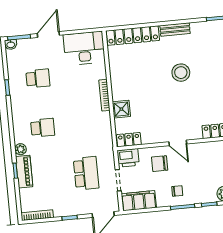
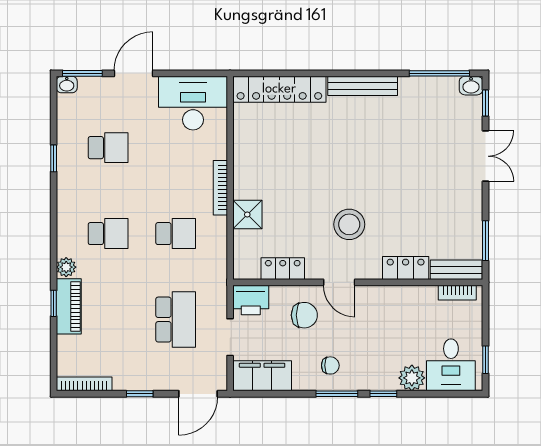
bench: (175, 30) -> (363, 86), width x1.36
stool: (181, 73) -> (349, 224), moved
school desk: (81, 124) -> (176, 234), added
locker: (129, 140) -> (283, 269), moved
chair: (160, 164) -> (304, 315), turned 180

